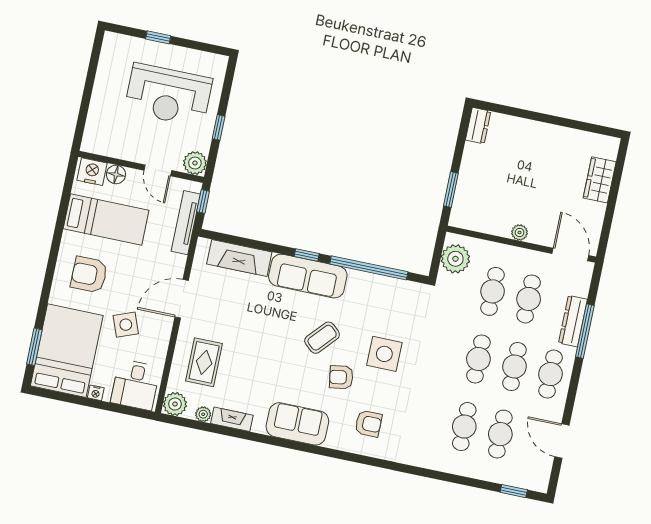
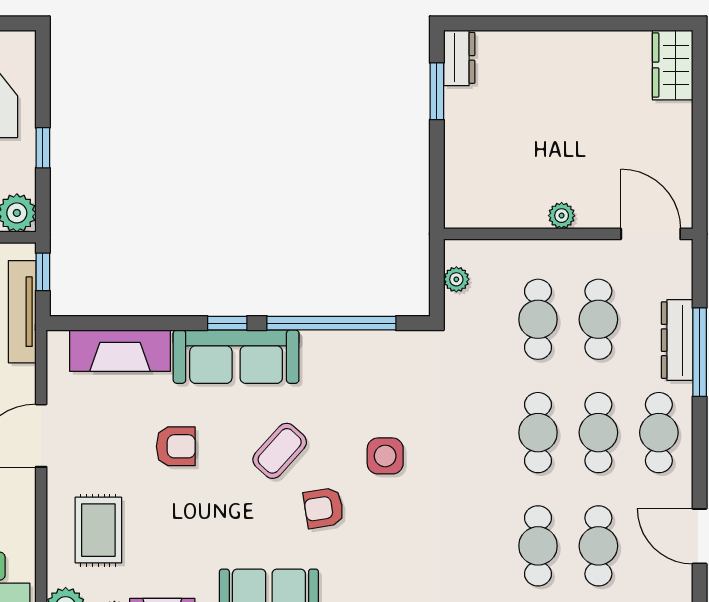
wardrobe: (600, 180) -> (673, 65), moved
window: (451, 190) -> (437, 91), moved
plant: (455, 259) -> (456, 279), width x0.53, depth x0.53
side table: (384, 354) -> (385, 456), width x0.73, depth x0.73
armchair: (368, 424) -> (176, 446), moved

